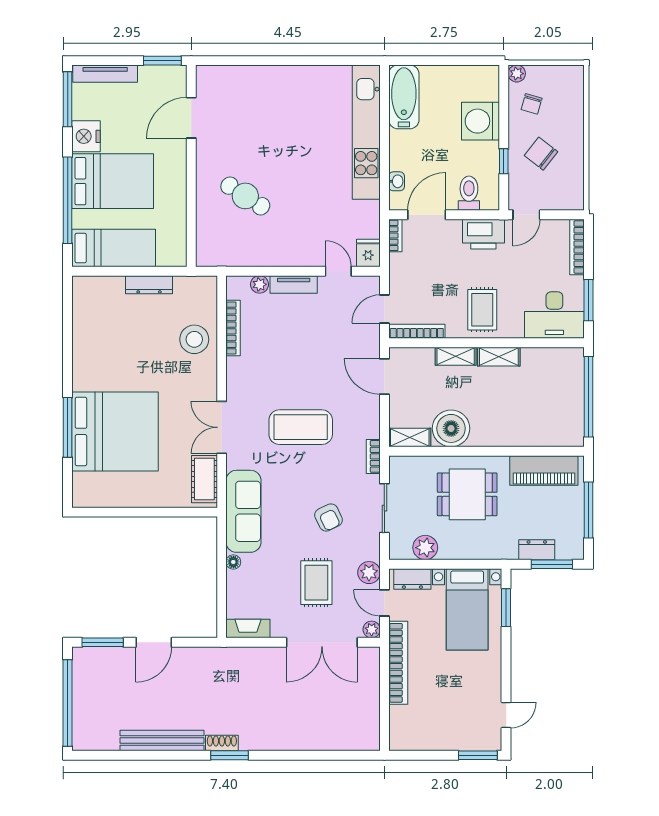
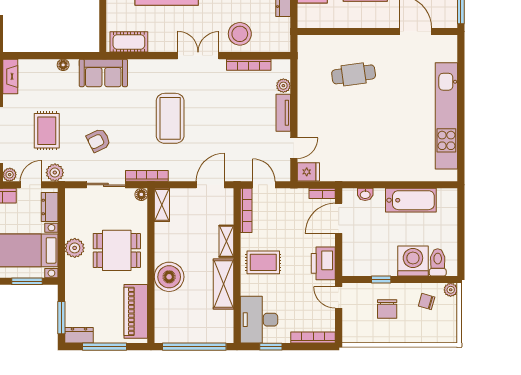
bathtub: (404, 97) -> (411, 200), moved
kitchen unit: (366, 132) -> (446, 116), moved, turned -90
chair: (541, 154) -> (387, 309), turned 142
toilet: (469, 193) -> (438, 262), moved, turned -90
cafe table: (245, 196) -> (354, 74), turned 49
door: (427, 215) -> (339, 218), swing flipped
window: (588, 300) -> (271, 347), width x0.67
shelving: (499, 357) -> (224, 284), width x1.50, depth x1.33
double door: (222, 427) -> (198, 56), moved
boiler: (451, 428) -> (169, 277), moved
bookcase: (373, 456) -> (147, 176), width x1.56
floor lamp: (397, 463) -> (141, 194), added
dining table: (467, 494) -> (117, 250), turned 90
sofa: (243, 511) -> (103, 73), width x0.73
plant: (425, 548) -> (75, 248), moved
dresser: (537, 550) -> (79, 335), moved, turned -90
rug: (316, 583) -> (47, 131), turned 90

